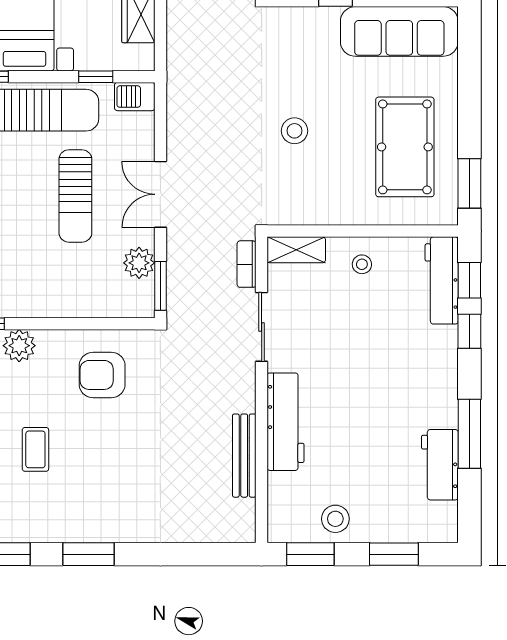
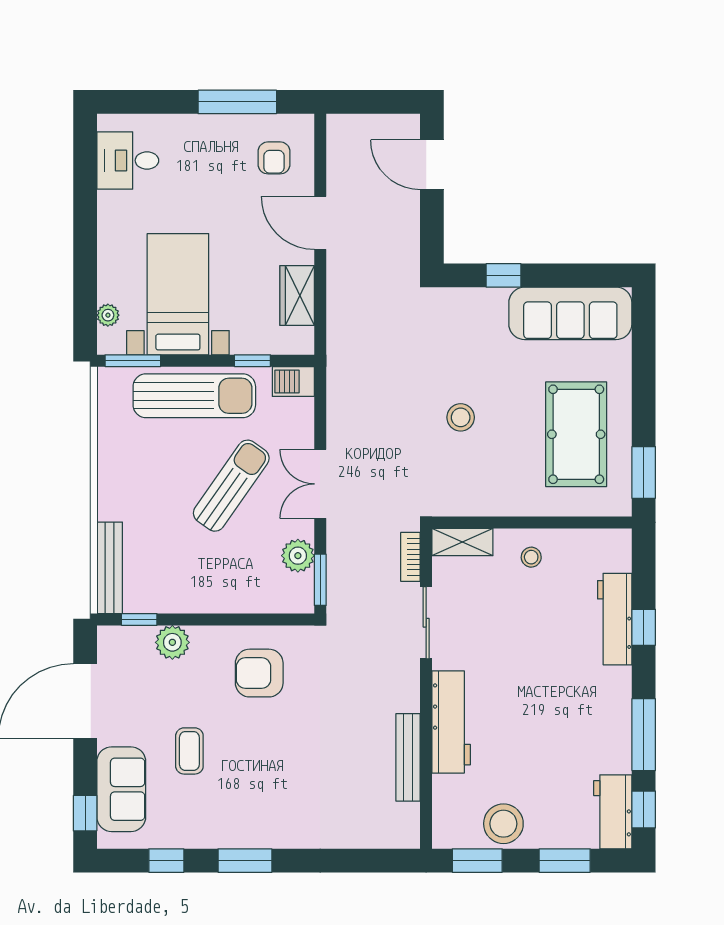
sun lounger: (75, 196) -> (231, 486), turned -145
workbench: (442, 280) -> (615, 619), moved
window: (469, 280) -> (644, 810), moved
workbench: (440, 465) -> (613, 812), moved
stool: (335, 519) -> (503, 824), width x1.38, depth x1.38

